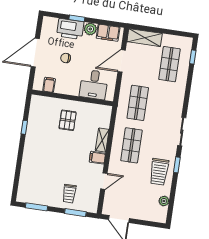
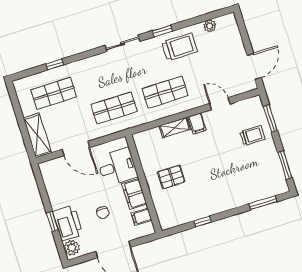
plant: (90, 29) -> (72, 248), moved
filing cabinet: (108, 33) -> (134, 194), moved, turned 180
window: (193, 57) -> (55, 64), moved
window: (17, 178) -> (263, 203), added

